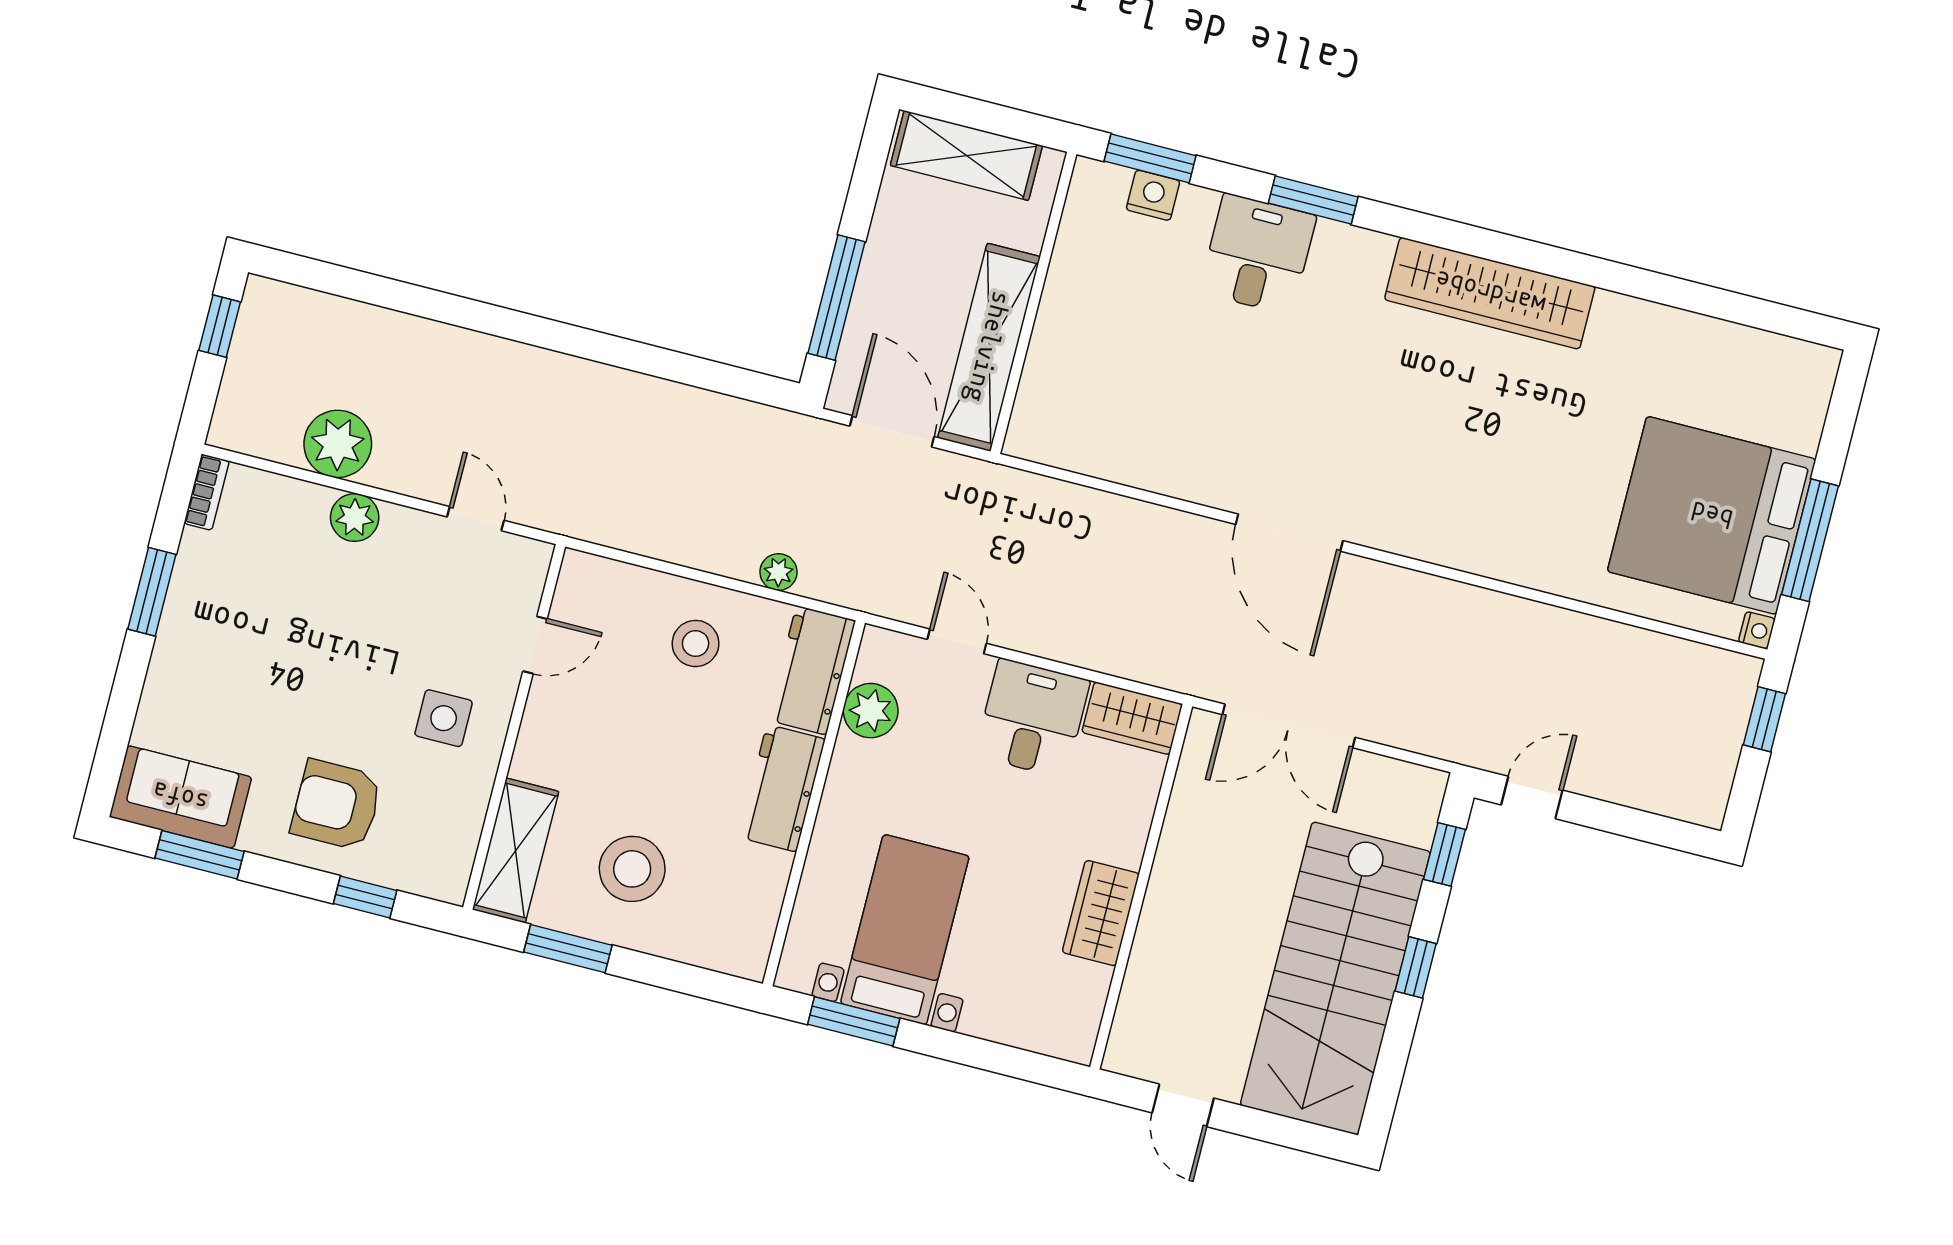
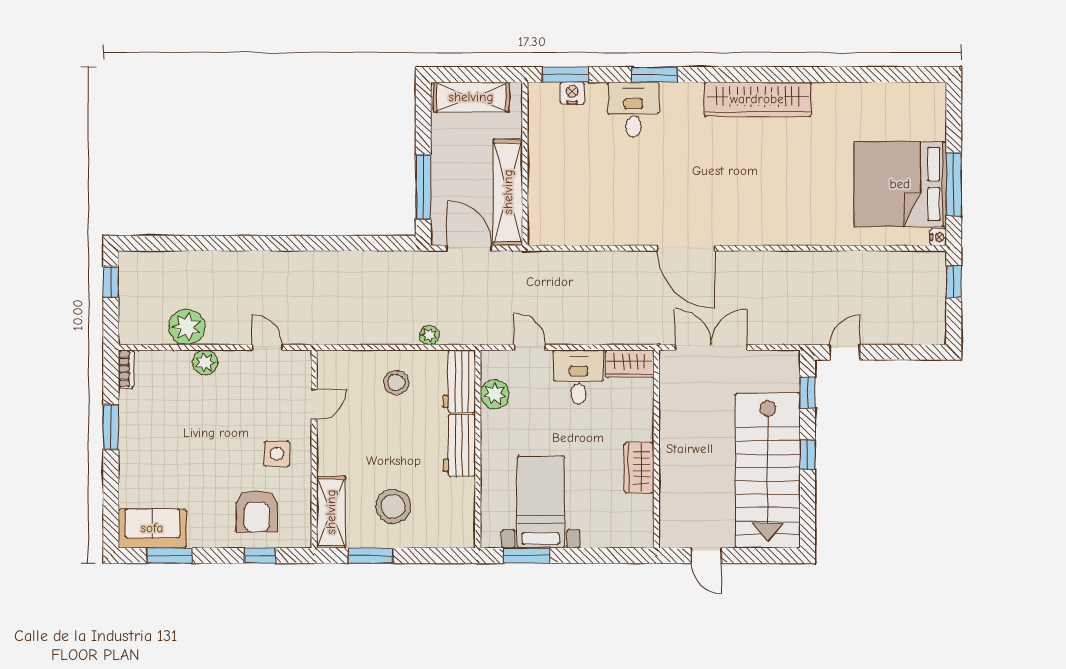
double door: (1289, 726) -> (711, 347), swing flipped
armchair: (336, 805) -> (257, 511), moved, turned -90

